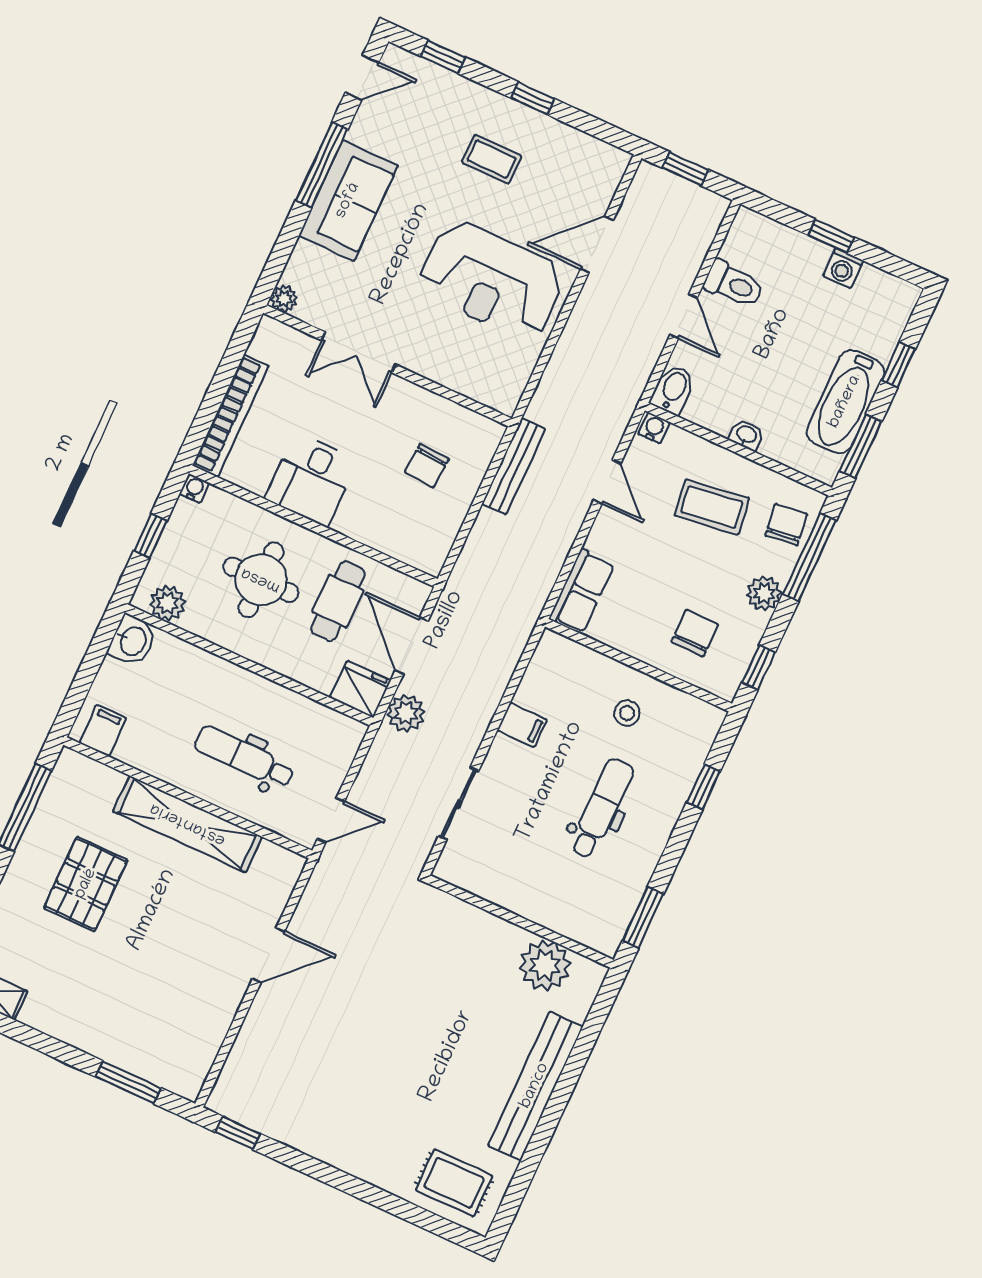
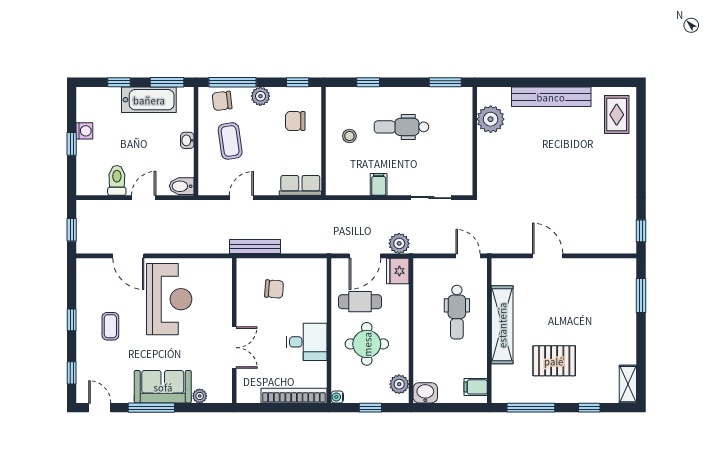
plant: (284, 299) -> (200, 396), moved
water cooler: (654, 428) -> (205, 187), removed

